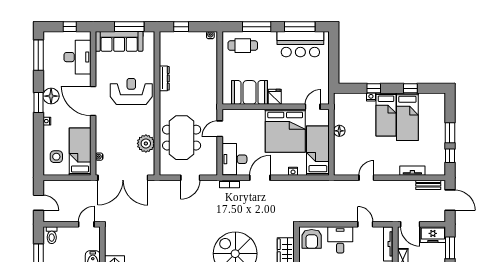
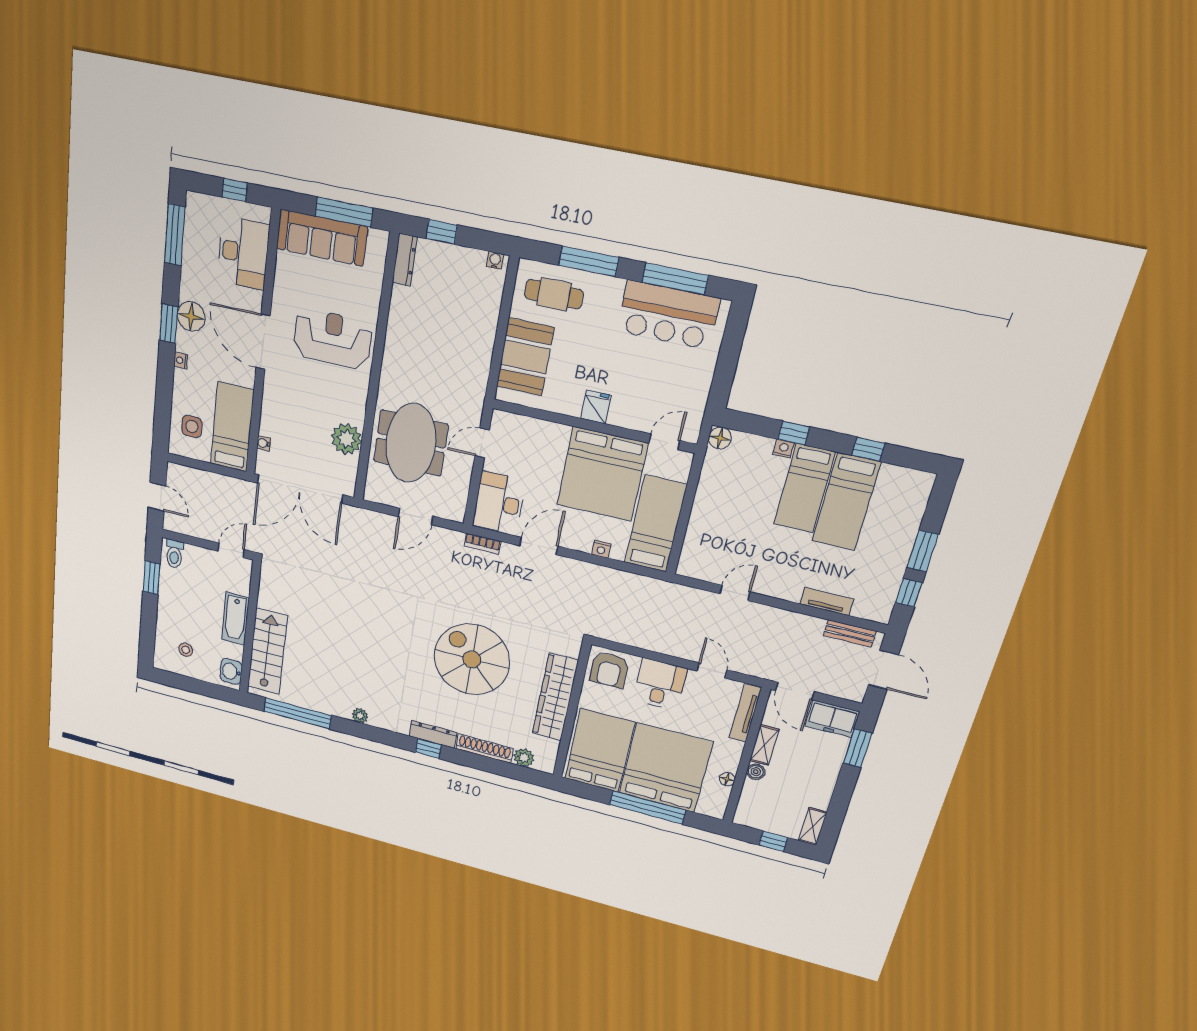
dresser: (164, 78) -> (405, 260), moved
booth: (250, 92) -> (525, 357), moved, turned 90
floor lamp: (339, 131) -> (720, 438), moved

